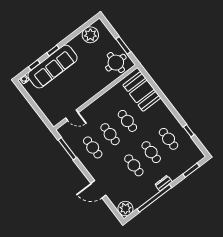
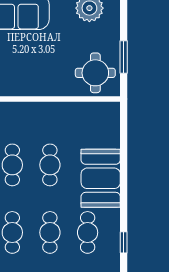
booth: (142, 91) -> (101, 178), moved

